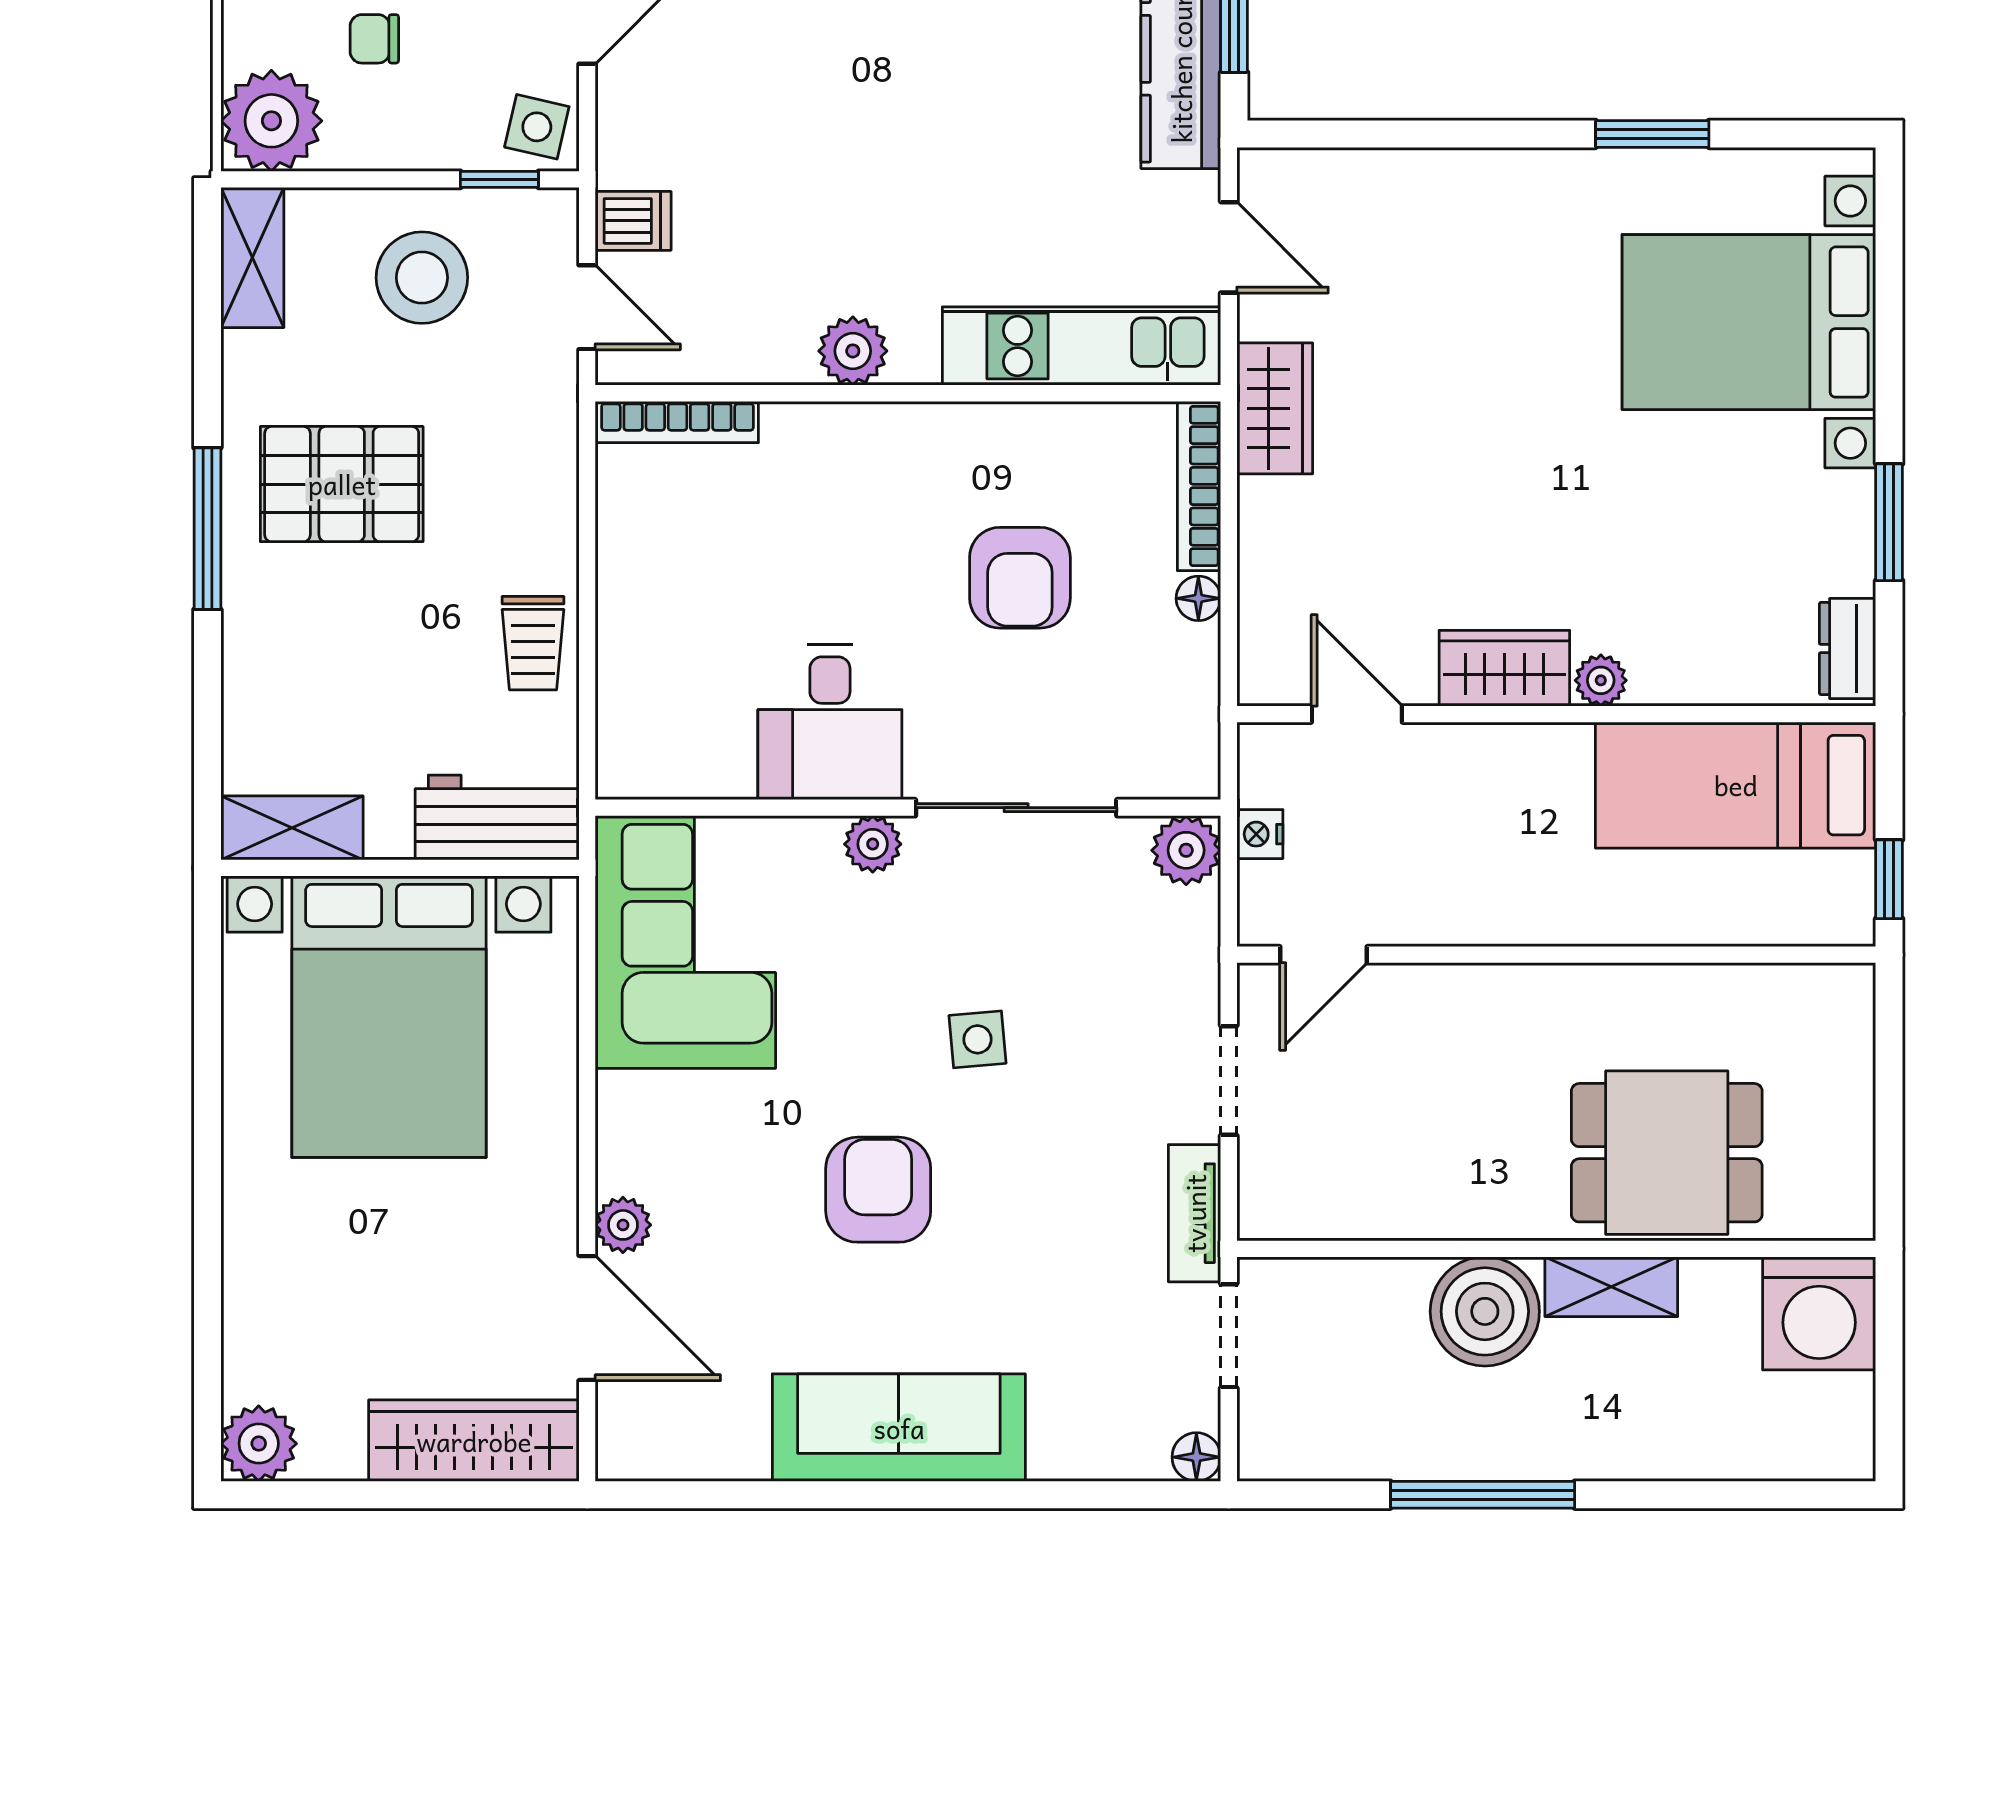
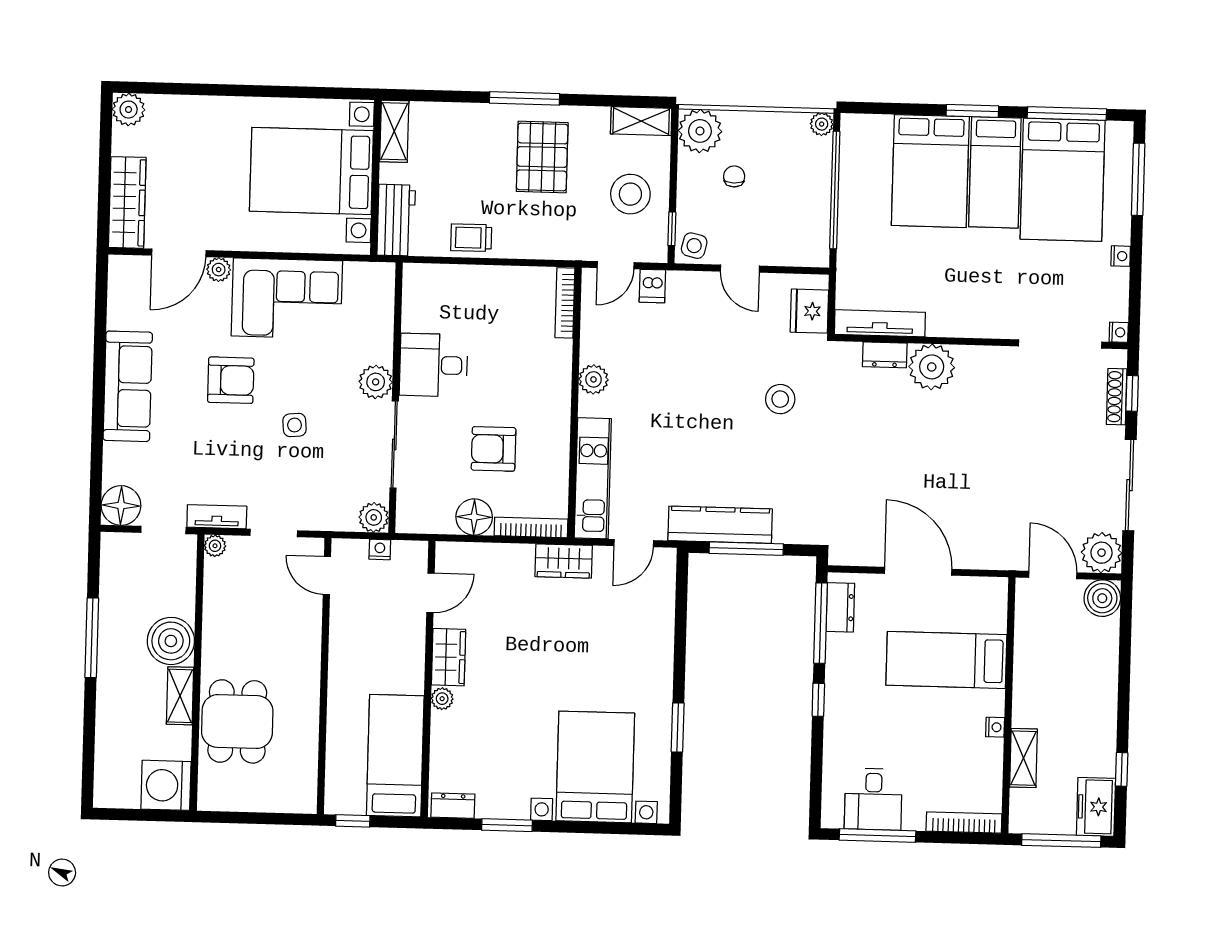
floor lamp: (1198, 598) -> (474, 517), width x1.89, depth x1.89
plant: (873, 844) -> (376, 382), width x1.38, depth x1.38
corner sofa: (685, 942) -> (287, 298), moved
plant: (1262, 1216) -> (215, 546), added
floor lamp: (1196, 1457) -> (121, 505), width x1.89, depth x1.89

